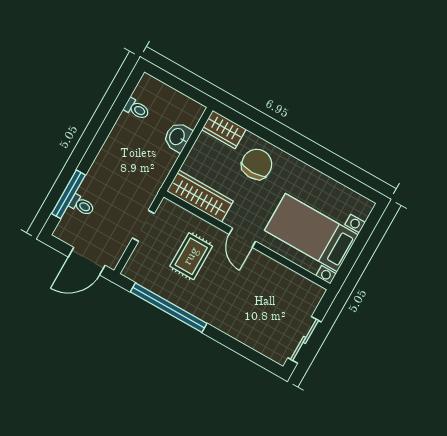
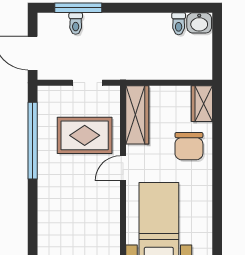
washbasin: (178, 137) -> (199, 23), moved, turned 180
chair: (257, 164) -> (189, 146), turned 90
rug: (191, 256) -> (85, 135), width x1.36, depth x1.43

